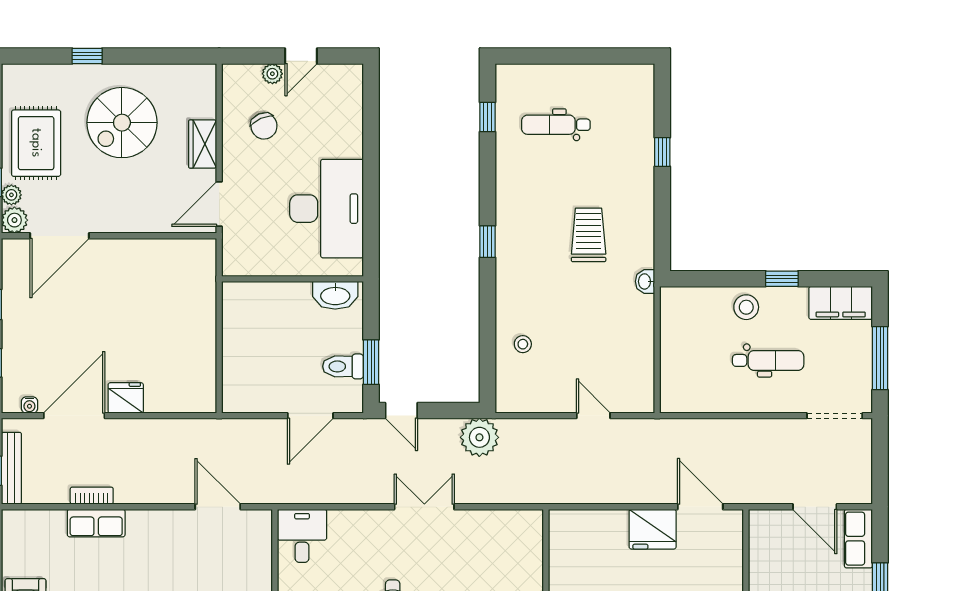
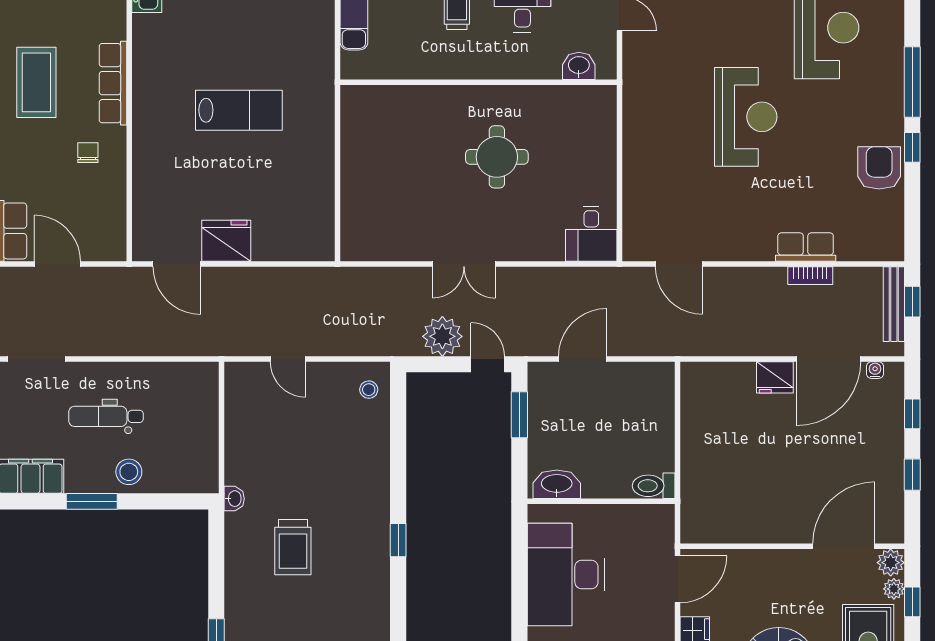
window: (782, 279) -> (92, 501), width x1.50
stool: (523, 344) -> (369, 390), moved
toilet: (343, 366) -> (654, 486), moved, turned 180
plant: (479, 437) -> (442, 336), moved

